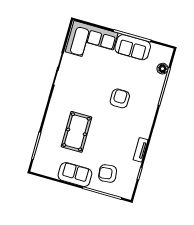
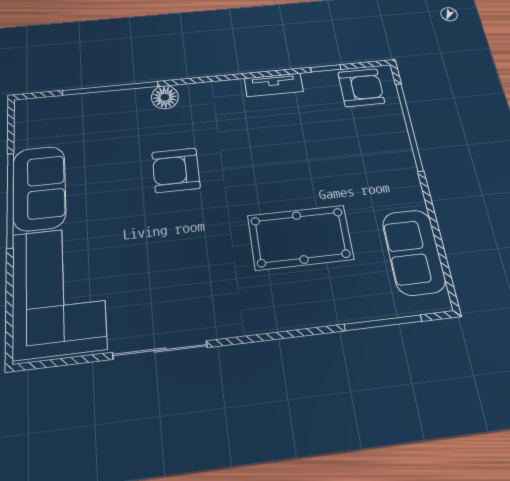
floor lamp: (163, 69) -> (165, 97), moved
armchair: (108, 173) -> (361, 88), moved, turned -83
sofa: (75, 175) -> (414, 252), moved

